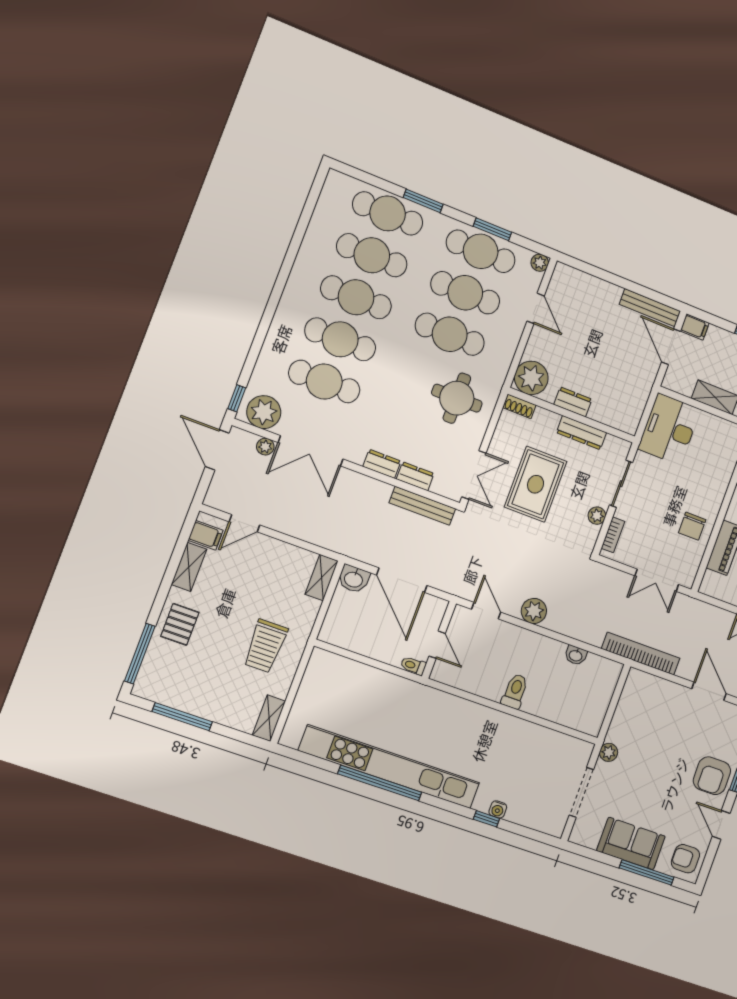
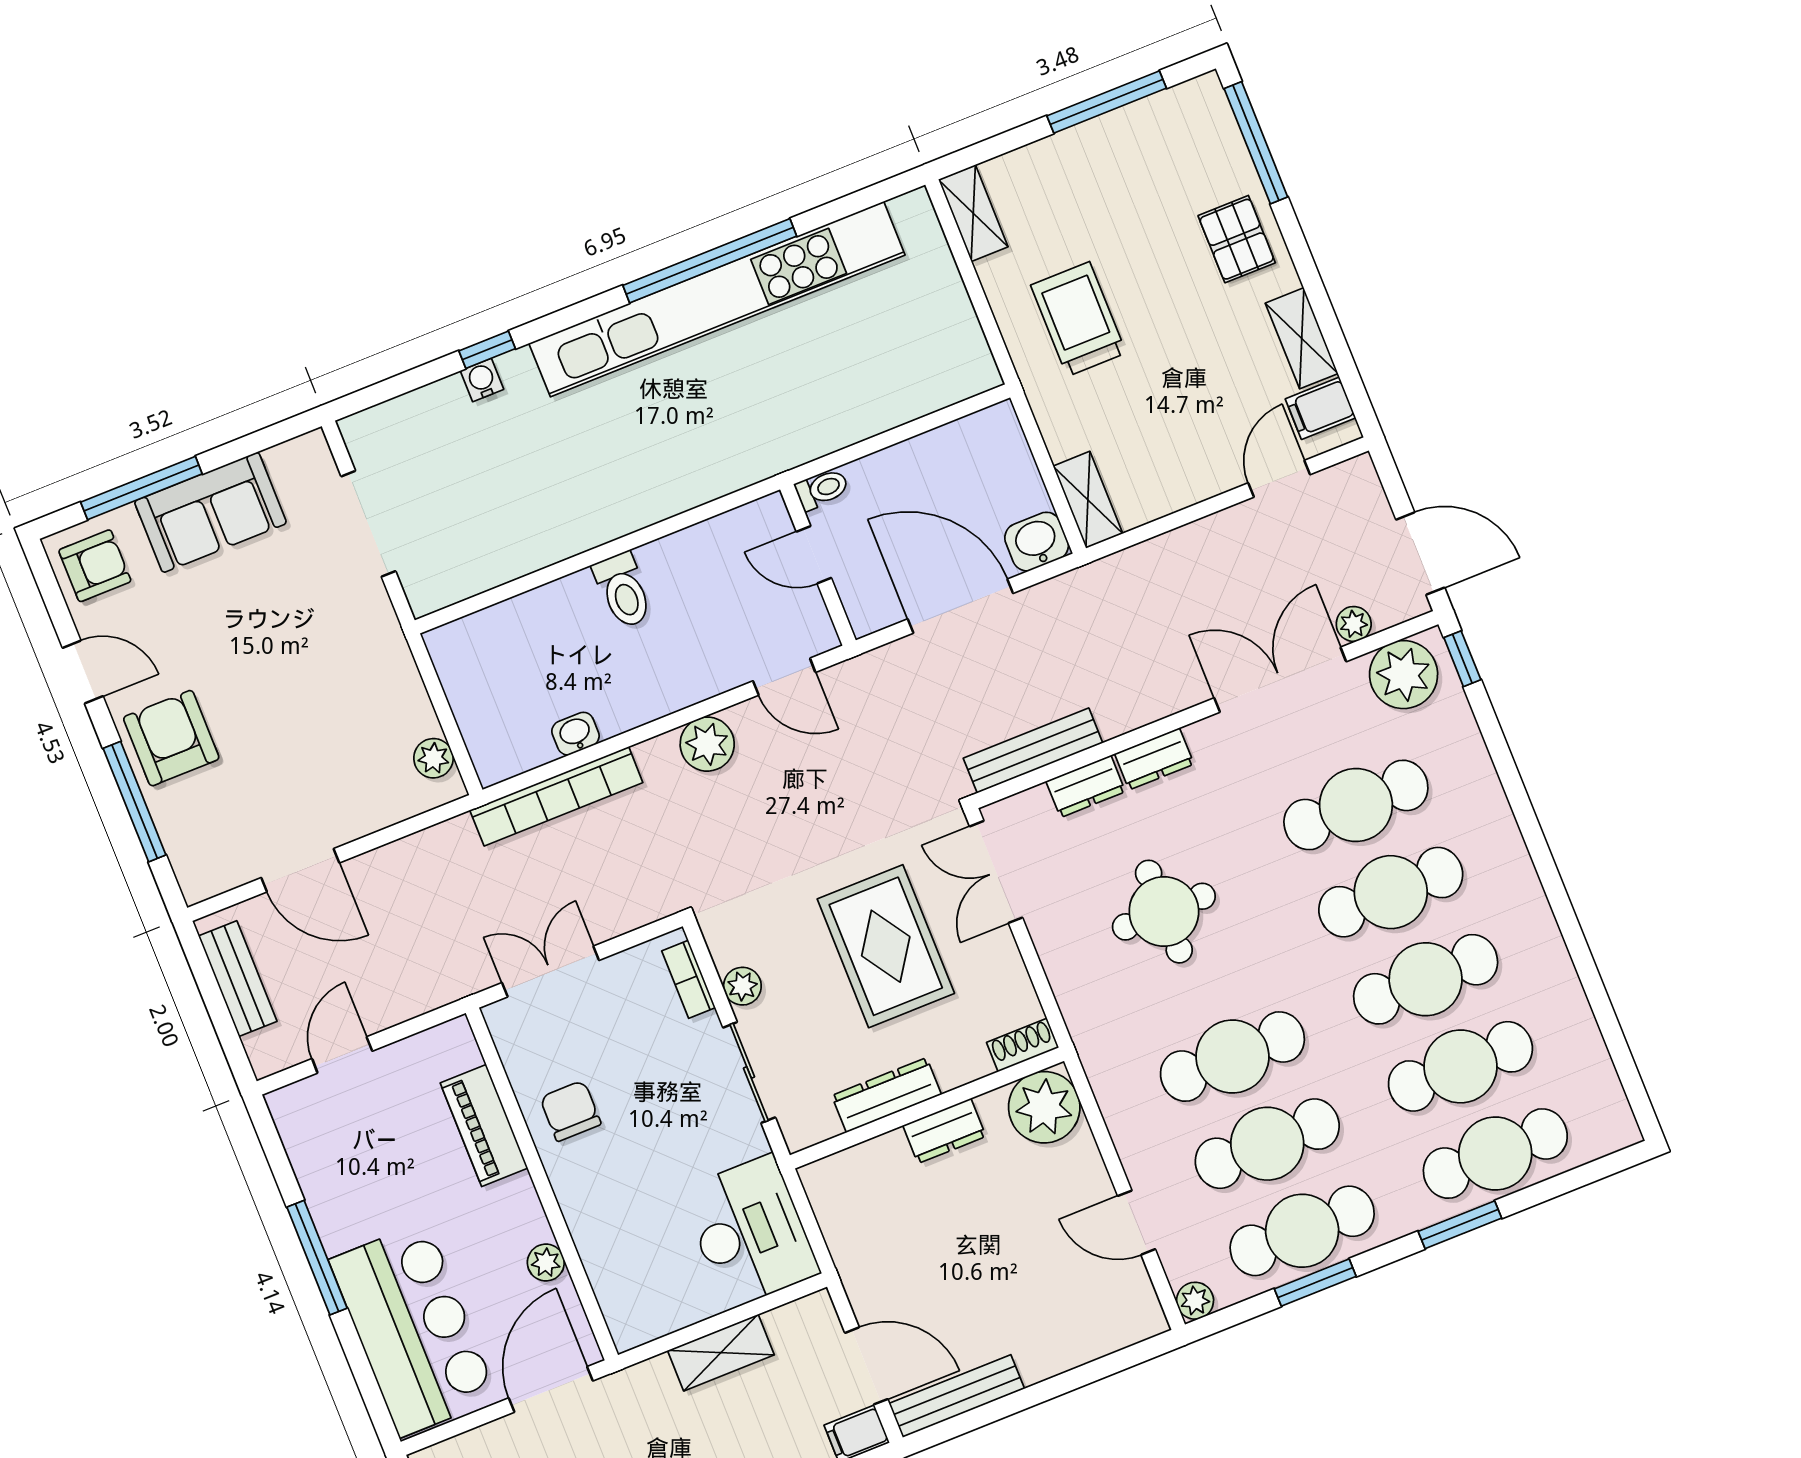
round table: (457, 398) -> (1164, 912), moved
bookcase: (641, 654) -> (556, 796), moved
plant: (609, 752) -> (433, 758), moved

